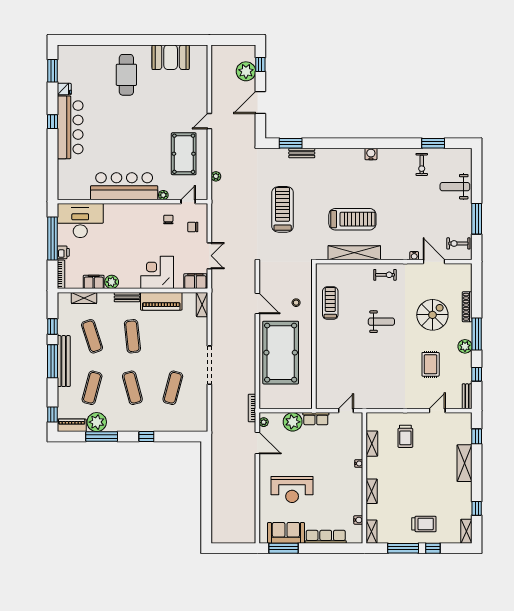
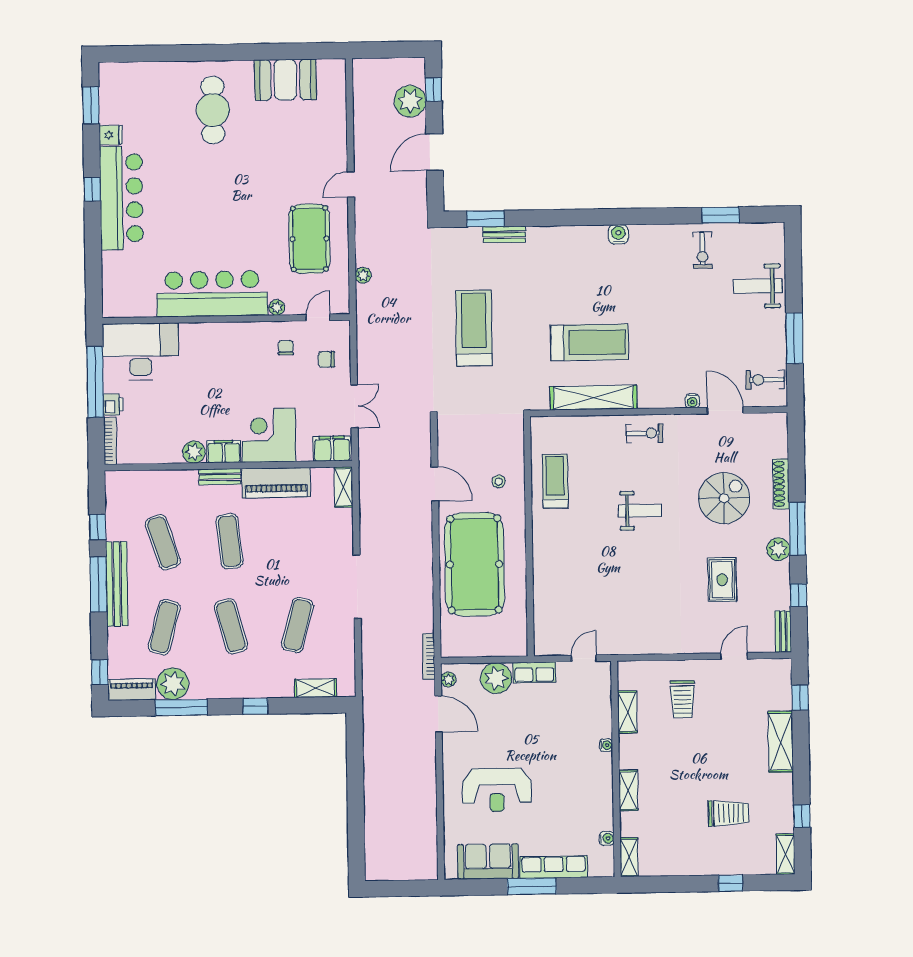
filing cabinet: (94, 282) -> (224, 452), moved
shelving: (84, 298) -> (316, 688), moved
trolley: (424, 524) -> (729, 813), moved
window: (284, 548) -> (532, 886), moved
window: (403, 548) -> (682, 884), removed

